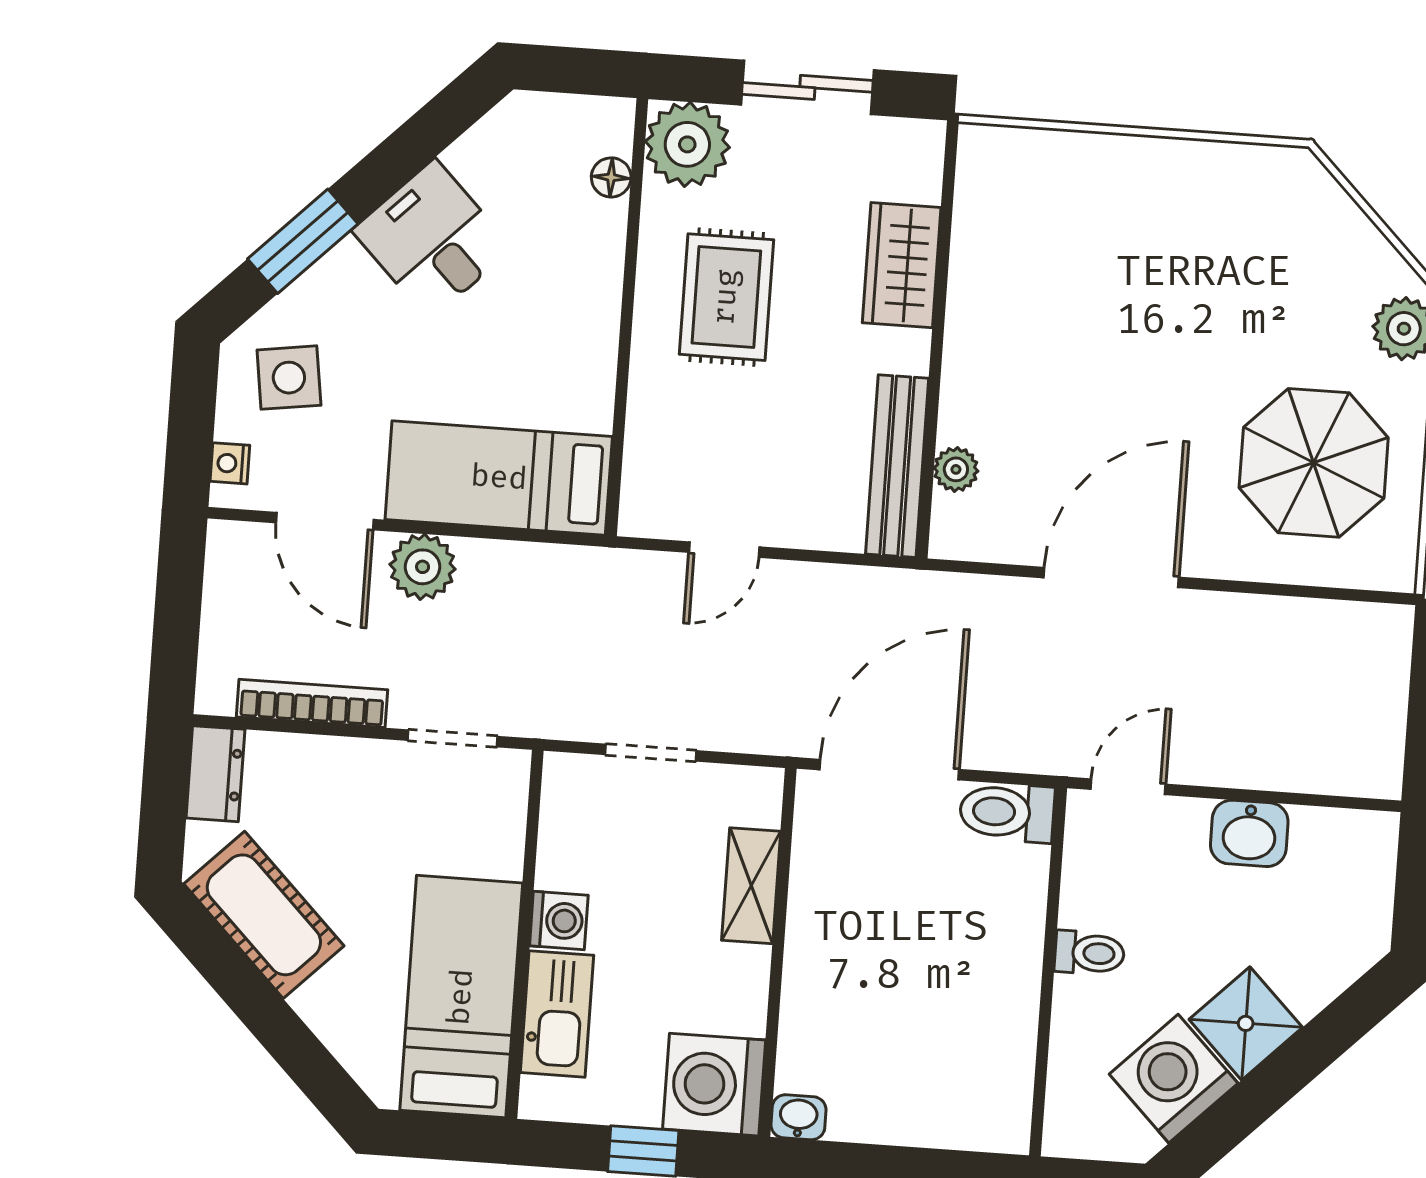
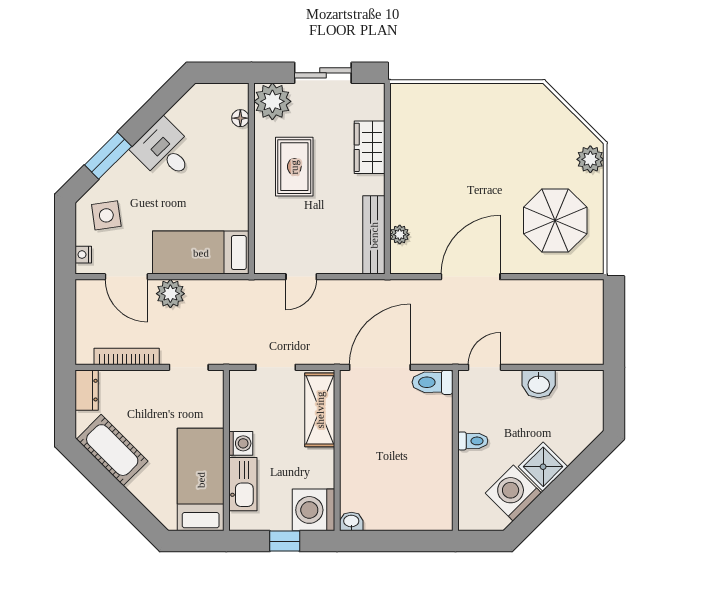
shelving: (751, 886) -> (320, 410), width x1.50, depth x1.33

